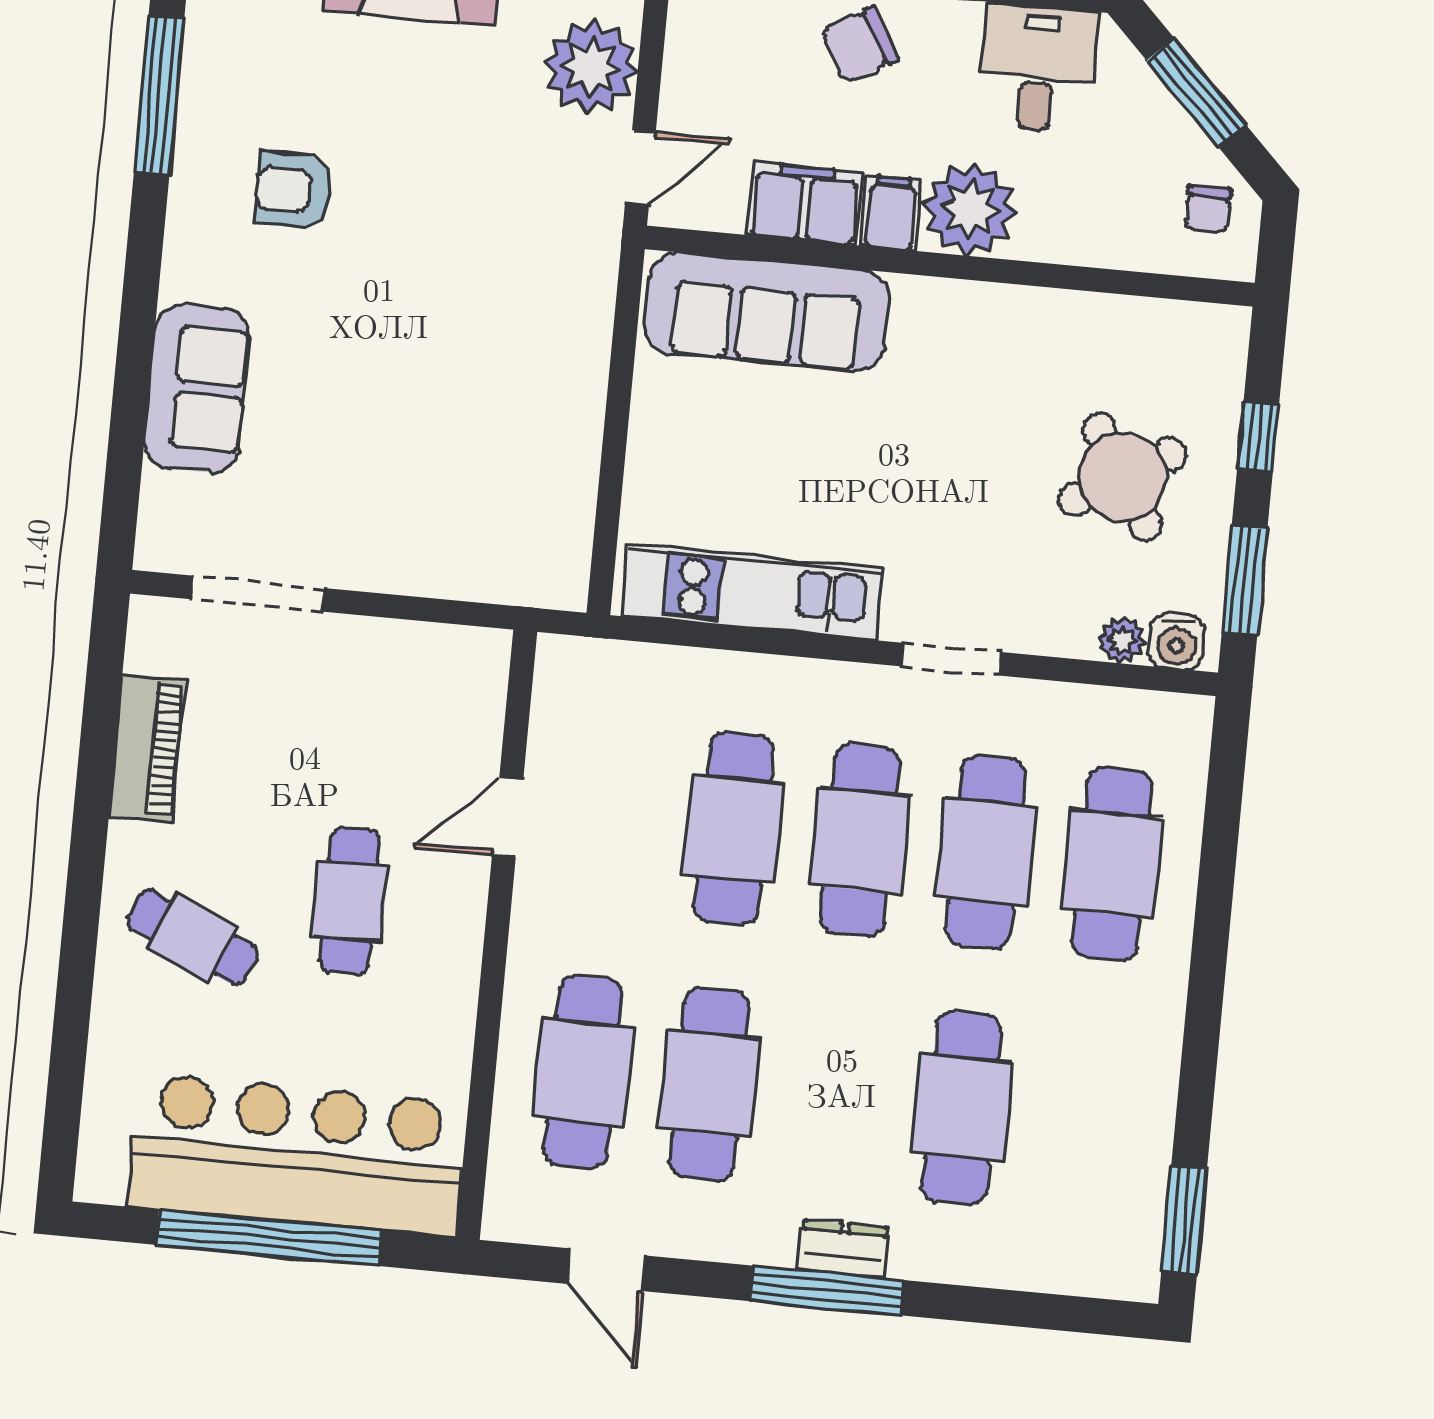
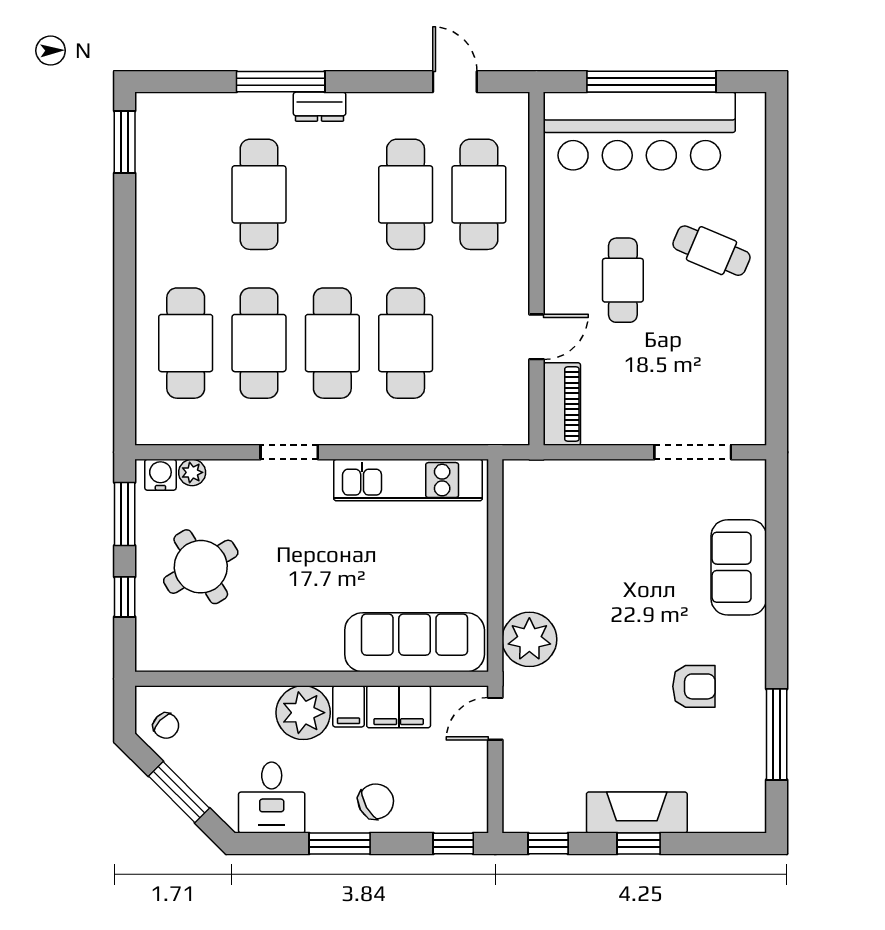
plant: (591, 67) -> (529, 639), moved
chair: (1208, 209) -> (166, 726), turned 134
piano: (147, 748) -> (562, 404), moved, turned 180
window: (827, 1291) -> (281, 82), moved

